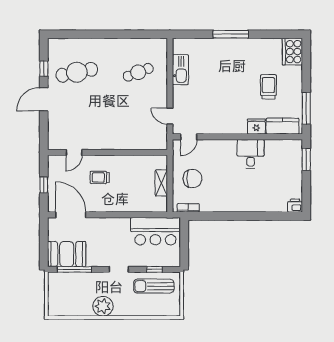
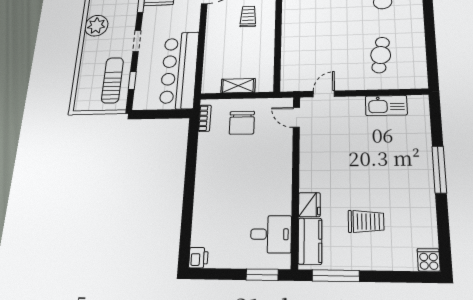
cooker: (292, 52) -> (429, 260), width x0.53, depth x0.76
cafe table: (138, 72) -> (381, 55), turned 30
desk: (251, 154) -> (271, 234), moved
bar counter: (155, 231) -> (179, 70), width x1.36

